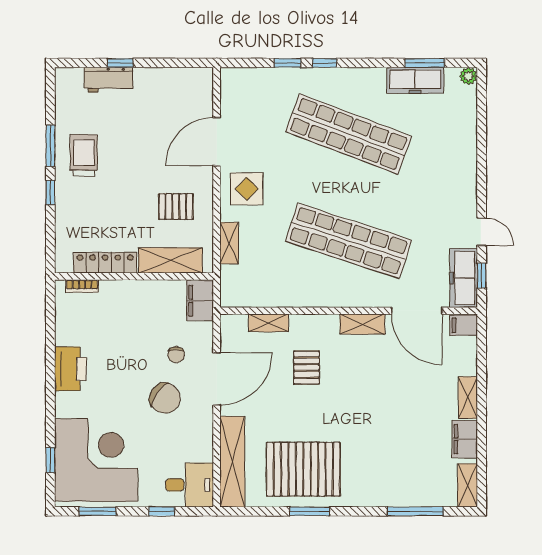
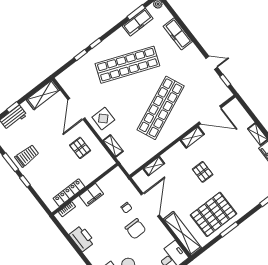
trolley: (84, 155) -> (27, 156), turned 90
pallet: (176, 207) -> (80, 148), turned 90
shop shelf: (349, 241) -> (161, 108), turned -42
shelving: (170, 260) -> (43, 95), moved
freezer: (464, 278) -> (178, 34), moved
filing cabinet: (200, 301) -> (91, 195), moved, turned -90
filing cabinet: (464, 325) -> (234, 106), removed
pallet: (307, 368) -> (203, 172), moved
printer: (70, 369) -> (82, 238), moved
chair: (165, 398) -> (135, 229), turned 55

